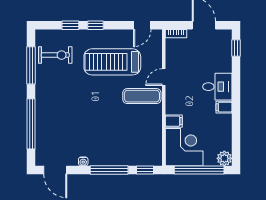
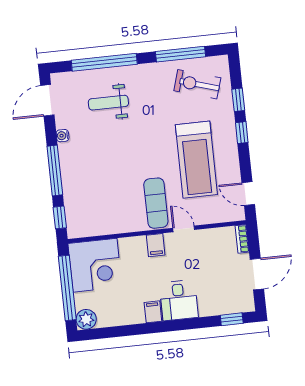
exercise bike: (55, 55) -> (197, 84), turned 107
treadmill: (112, 62) -> (196, 160), turned 180
filing cabinet: (174, 121) -> (156, 245), moved
weight bench: (62, 124) -> (108, 103), added

